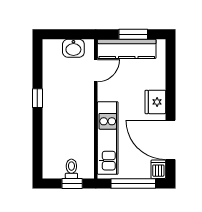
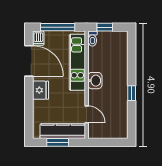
washbasin: (73, 48) -> (95, 81), moved, turned 90
door: (96, 71) -> (87, 114), swing flipped
toilet: (71, 169) -> (92, 39), moved

